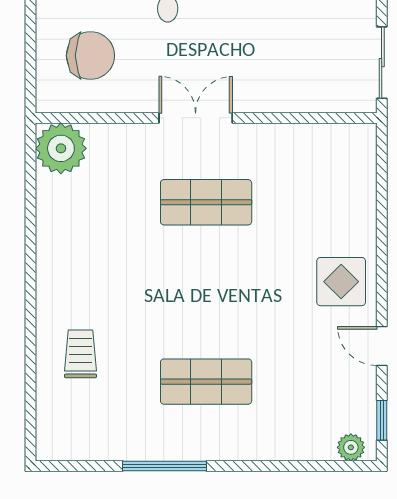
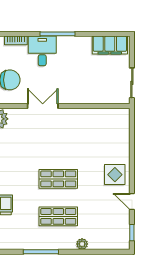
double door: (196, 118) -> (43, 106), moved
shop shelf: (206, 202) -> (58, 179), moved
plant: (351, 447) -> (82, 244), moved

